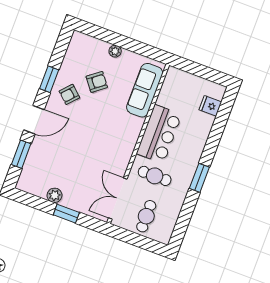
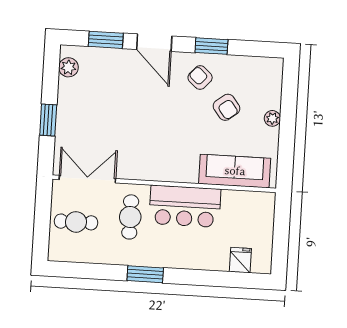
plant: (54, 195) -> (68, 67), moved

